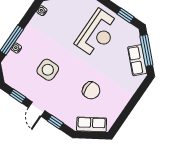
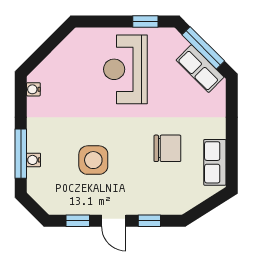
reception desk: (98, 33) -> (125, 69), turned 180
row of seats: (92, 124) -> (215, 162), moved, turned -58

